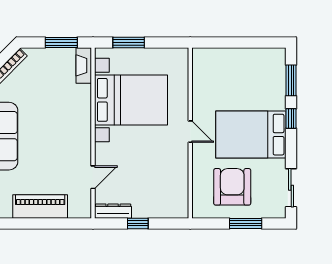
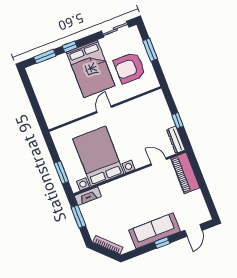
piano: (40, 206) -> (185, 173), moved

